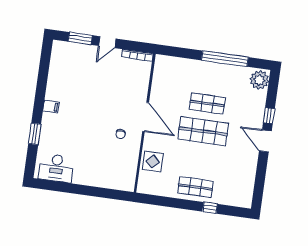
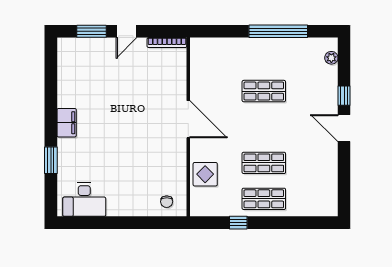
plant: (259, 80) -> (331, 58), width x0.53, depth x0.53
filing cabinet: (51, 107) -> (67, 123), width x2.00
shop shelf: (203, 131) -> (264, 163), moved, width x0.70, depth x0.74
chair: (120, 134) -> (167, 202), moved
window: (210, 208) -> (238, 223), moved

